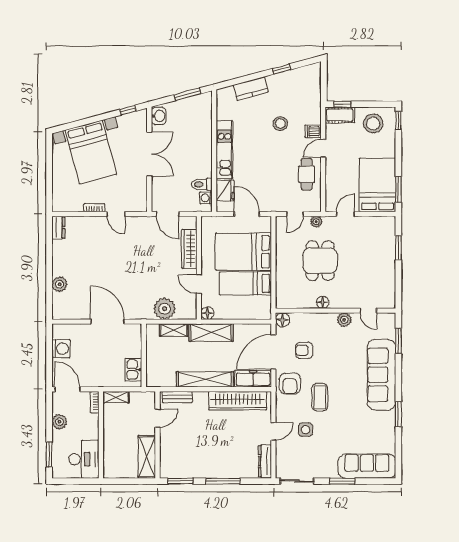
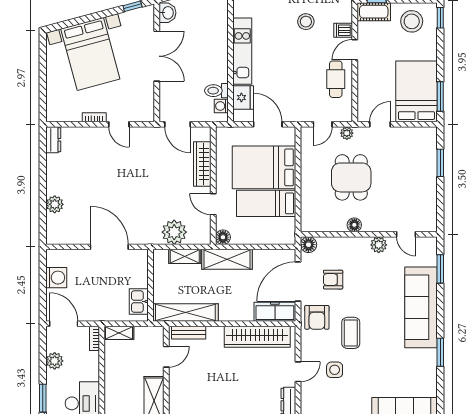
shelving: (205, 379) -> (185, 313), moved

